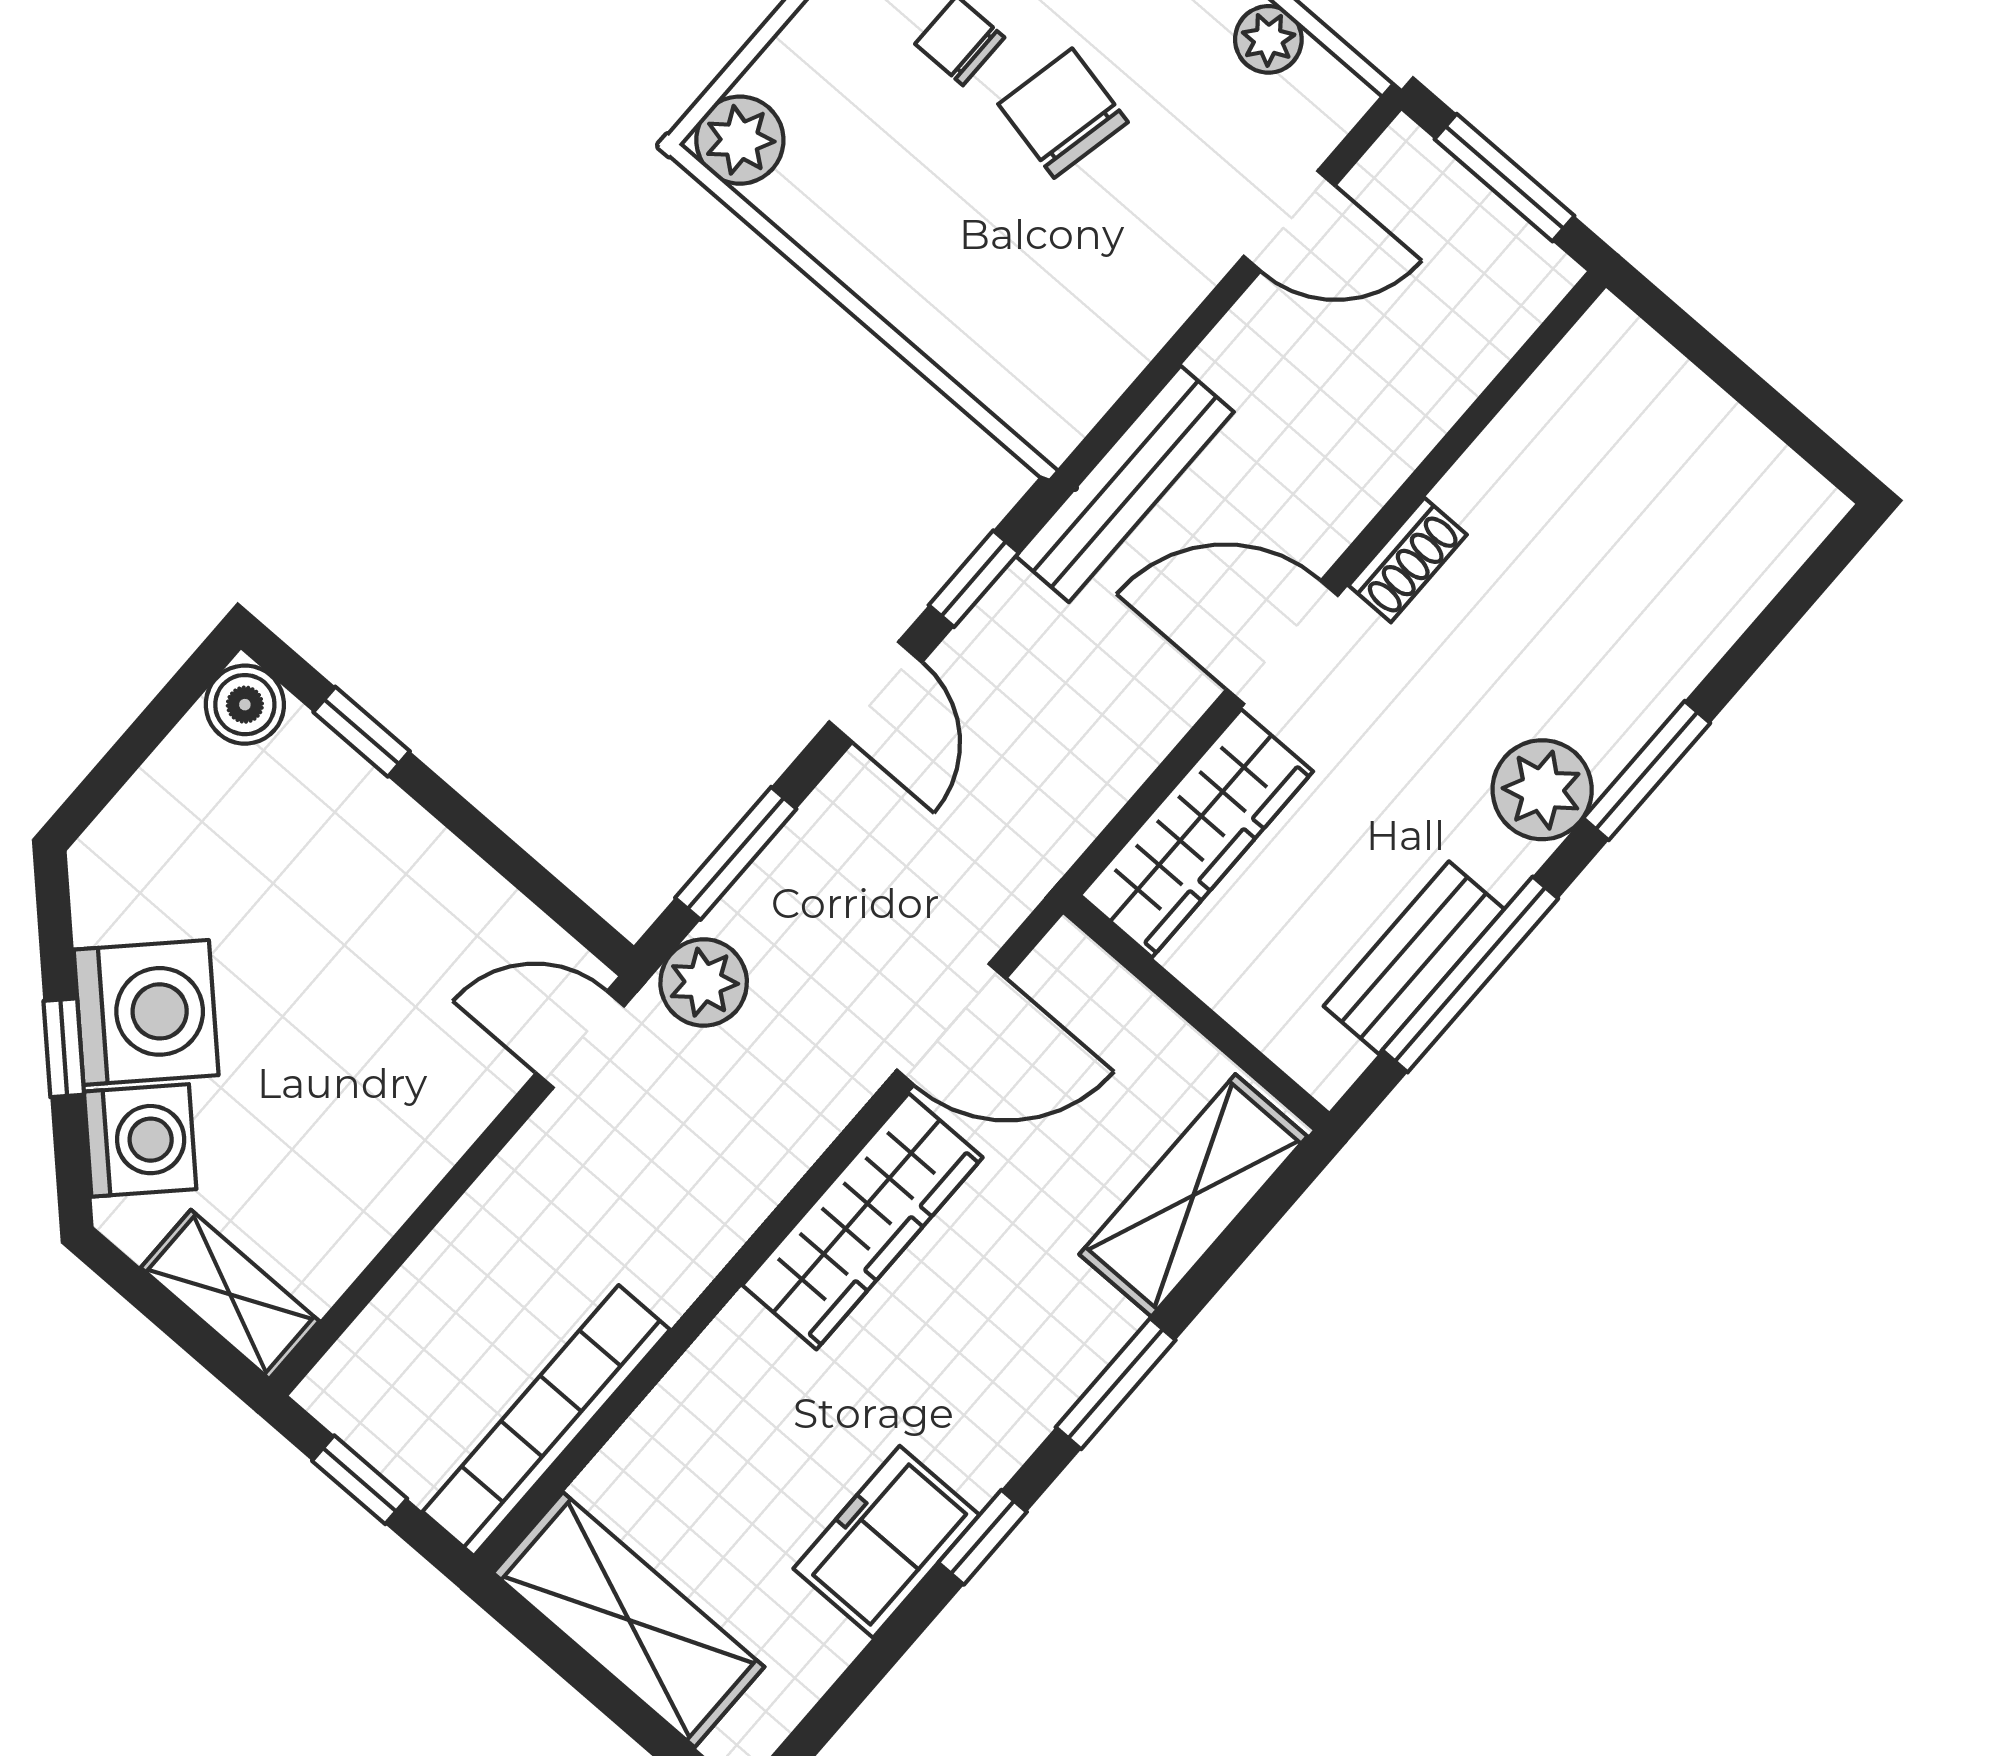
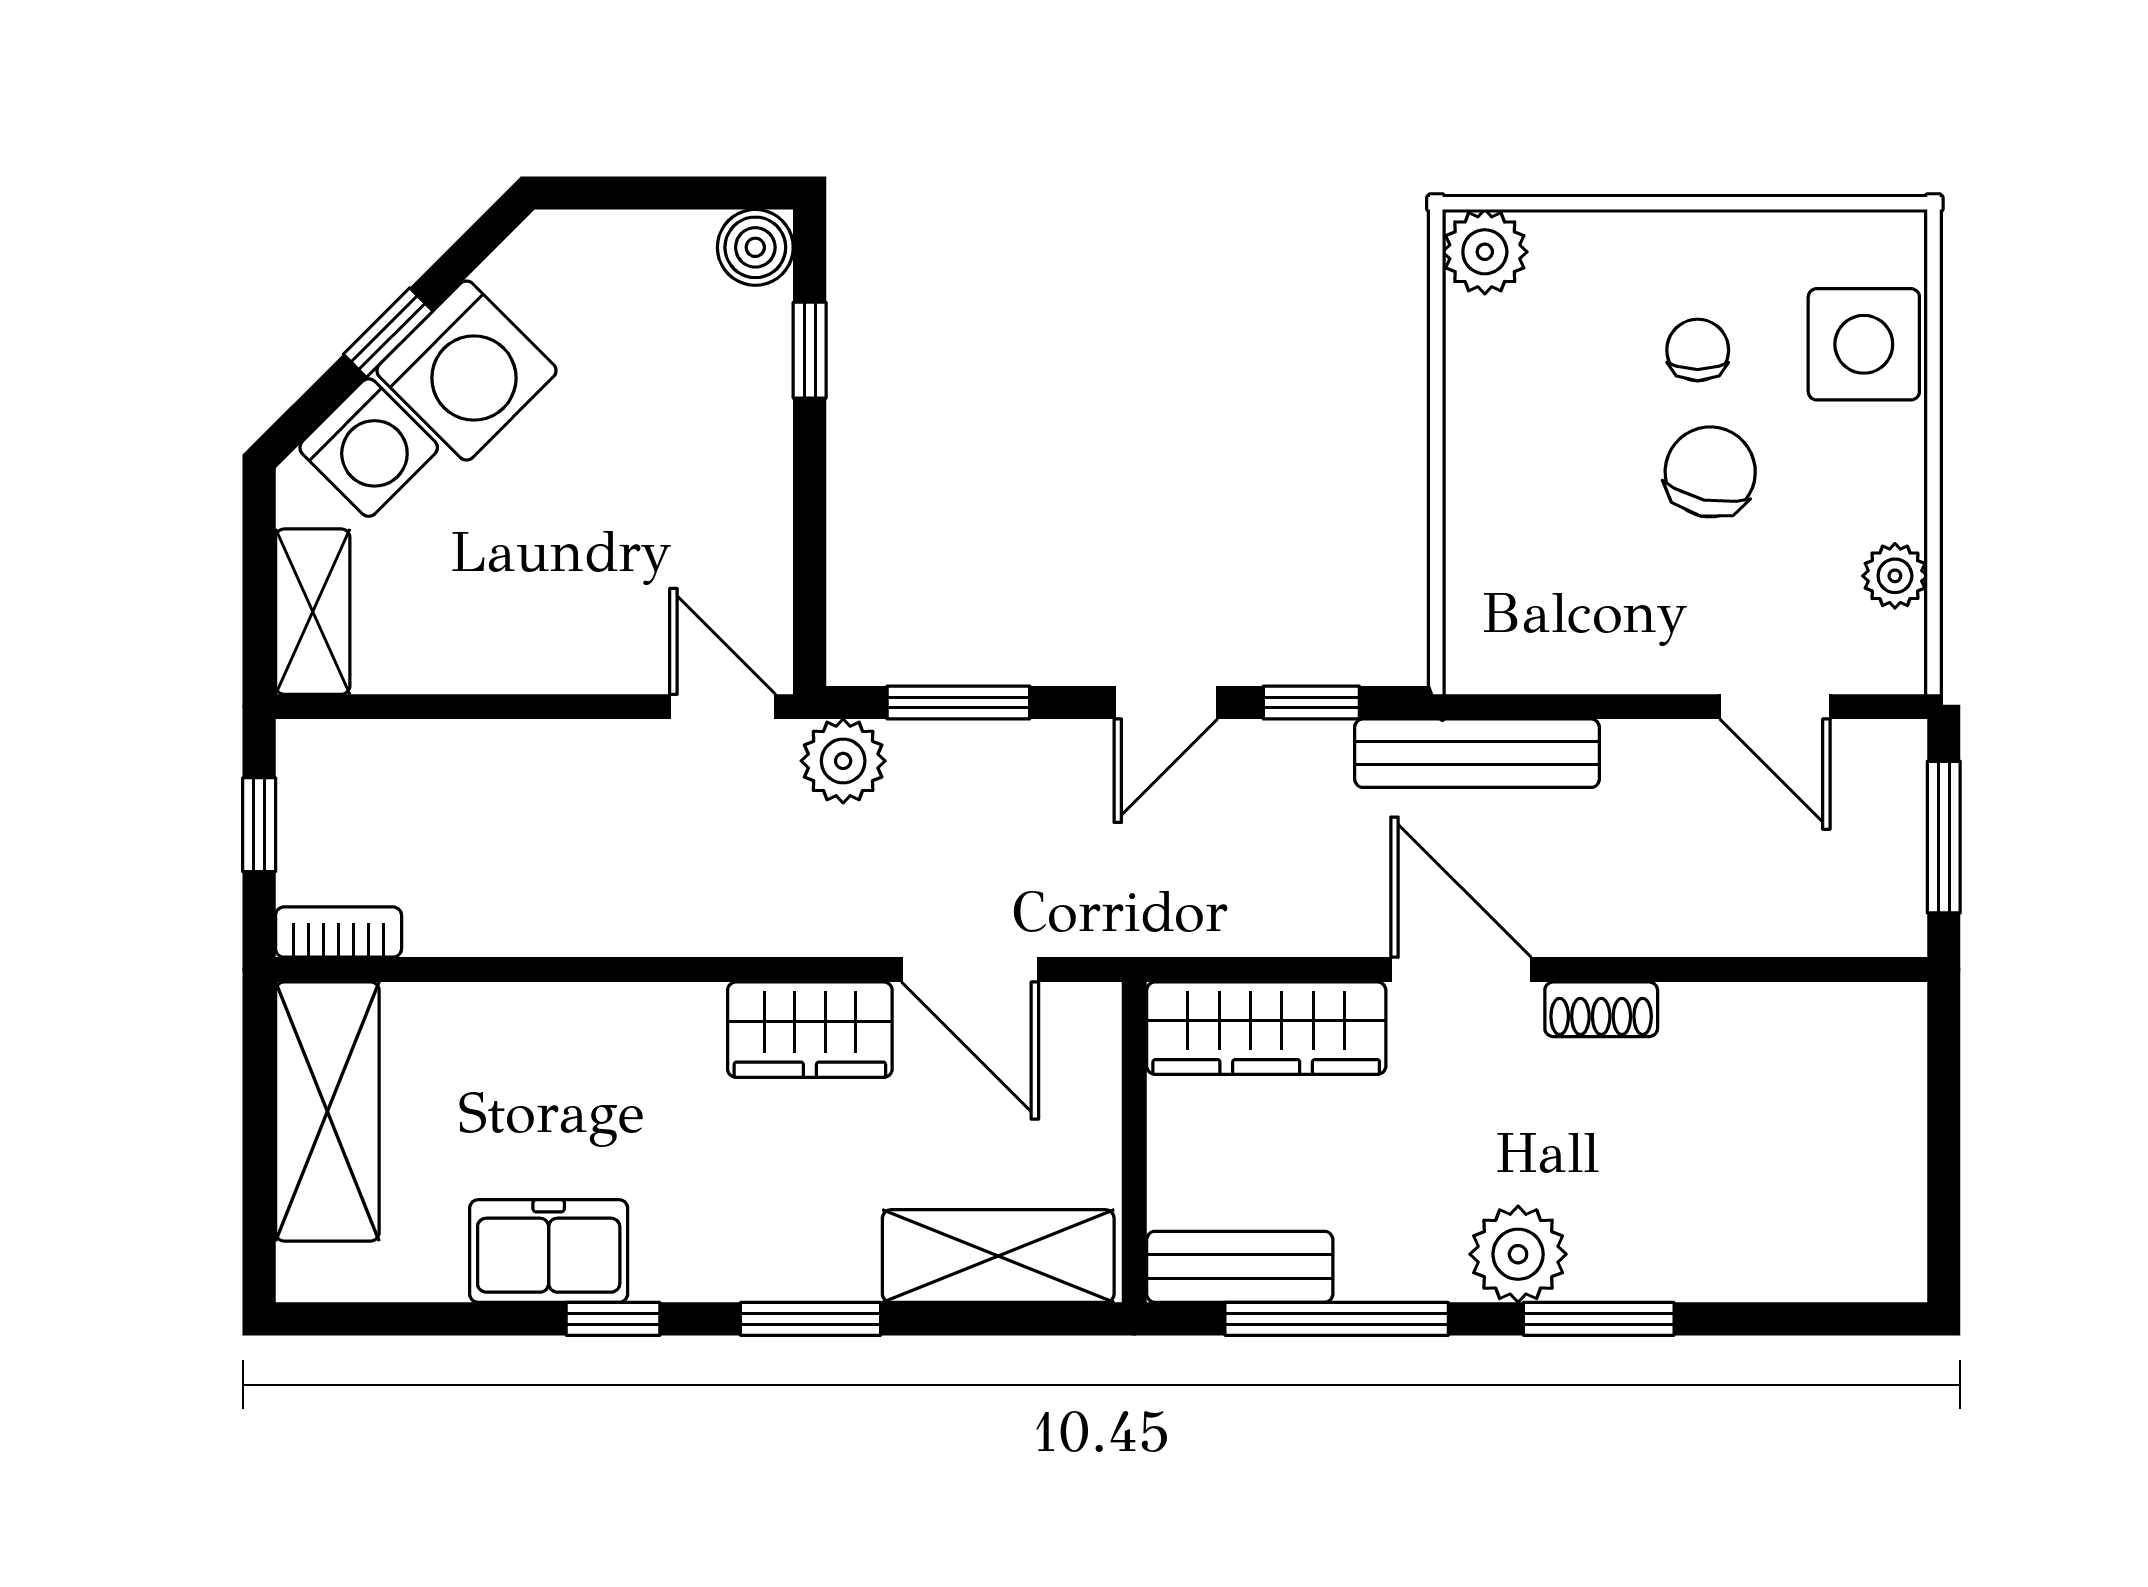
bench: (1414, 958) -> (1240, 1267), moved
wardrobe: (862, 1221) -> (810, 1030), width x0.67
bookcase: (546, 1421) -> (339, 932), width x0.43, depth x0.76

